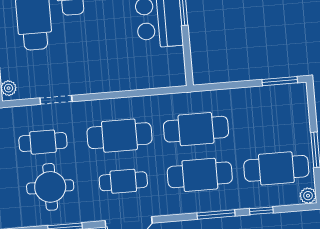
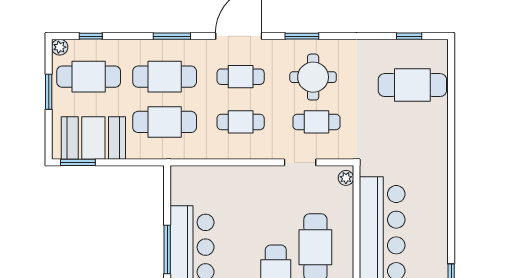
booth: (266, 107) -> (93, 138), added
cafe table: (119, 136) -> (241, 122), width x0.73, depth x0.74
window: (261, 211) -> (91, 36), moved
window: (216, 215) -> (172, 36), moved

